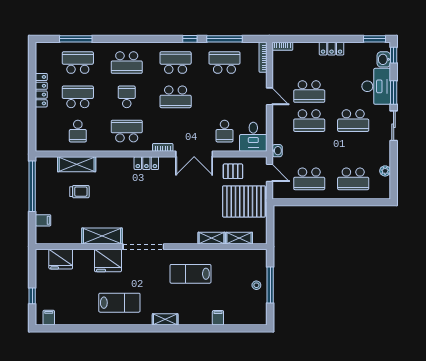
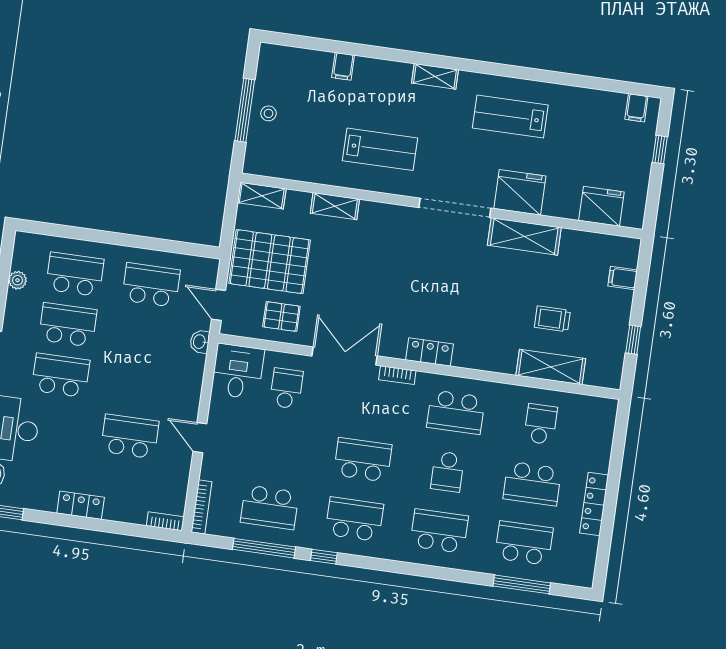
school desk: (78, 63) -> (524, 543), turned 180
school desk: (176, 63) -> (354, 519), turned 180
school desk: (309, 121) -> (68, 325), moved
window: (32, 186) -> (633, 340), width x0.32
shelving: (239, 238) -> (262, 196), moved

